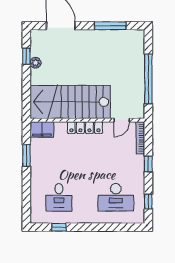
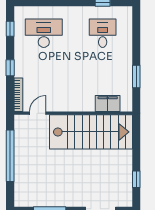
plant: (36, 63) -> (127, 172), removed
locker: (85, 128) -> (76, 105), removed
filing cabinet: (42, 129) -> (108, 103), moved

